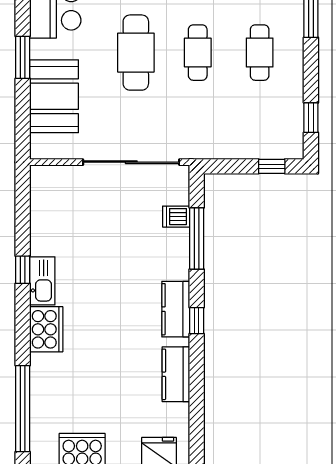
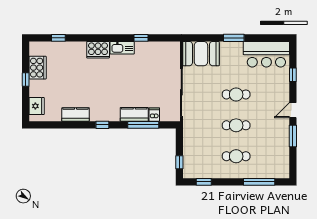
cafe table: (136, 53) -> (236, 94), width x0.73, depth x0.74
booth: (54, 96) -> (201, 54), moved
window: (23, 270) -> (141, 38), moved
kitchen counter: (176, 309) -> (134, 114), moved
window: (23, 409) -> (58, 38), width x0.32

